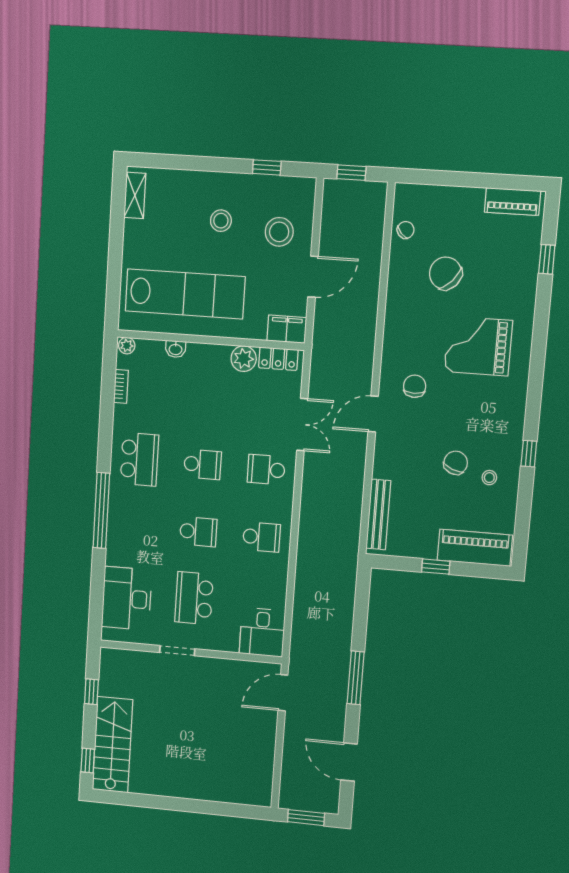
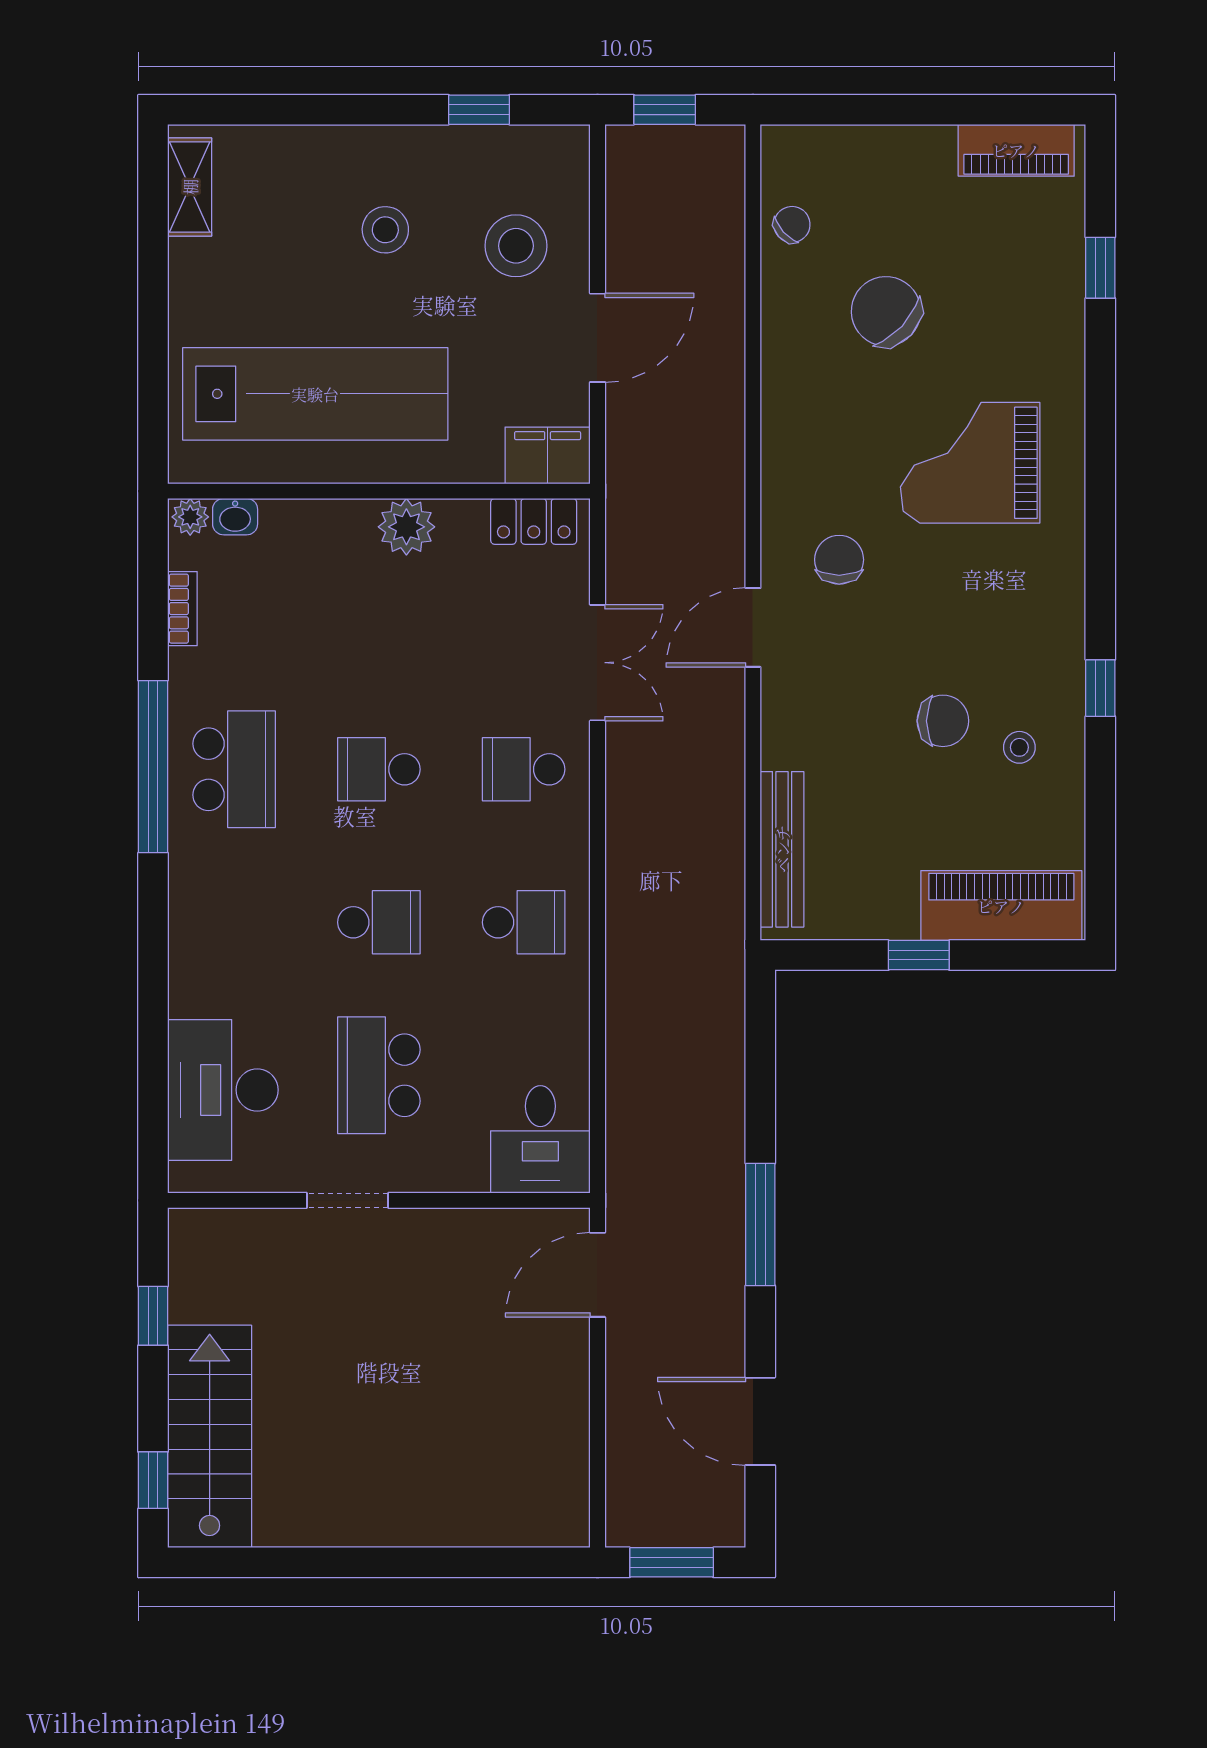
washbasin: (176, 349) -> (235, 517), moved
plant: (244, 359) -> (406, 527), moved
chair: (456, 463) -> (943, 721), turned 68
school desk: (203, 464) -> (379, 769), turned 180
window: (101, 511) -> (153, 767), moved

